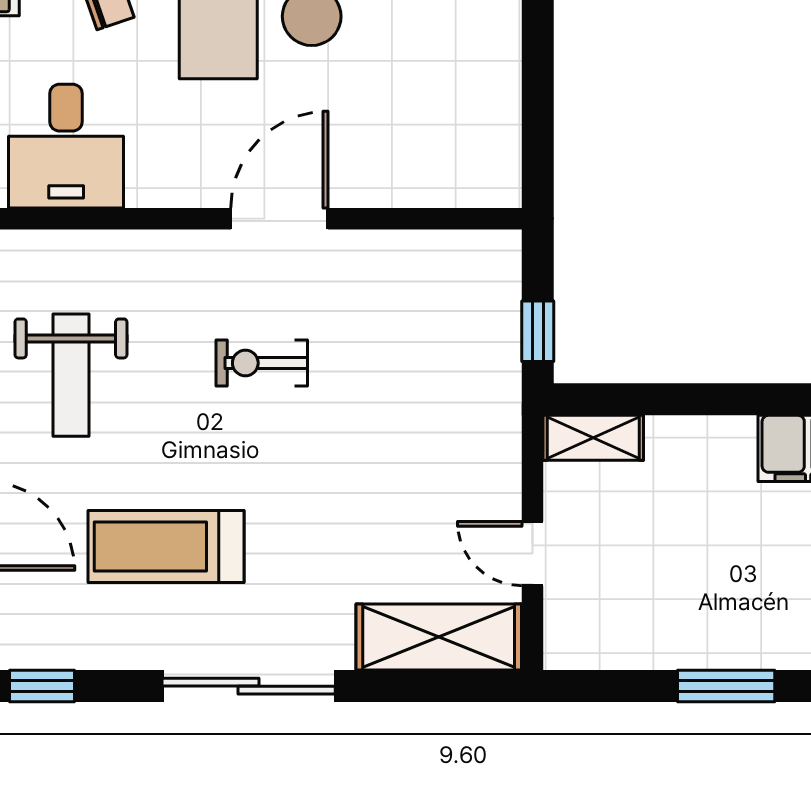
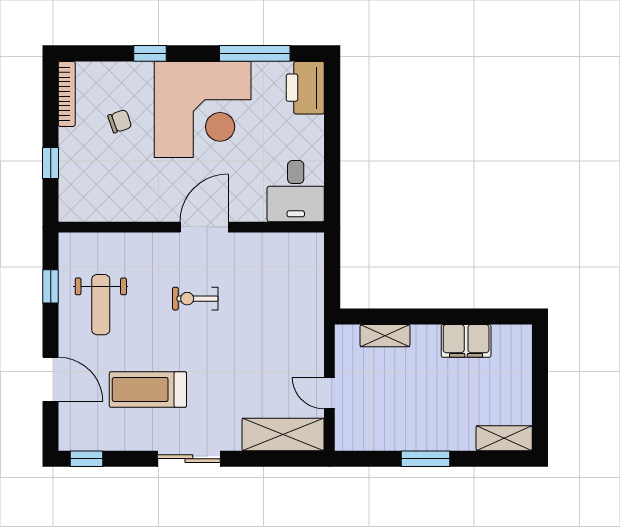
desk: (66, 146) -> (296, 191), moved
window: (538, 331) -> (332, 283), removed
shelving: (593, 438) -> (385, 336), moved
sliding door: (249, 686) -> (189, 459), width x0.73

